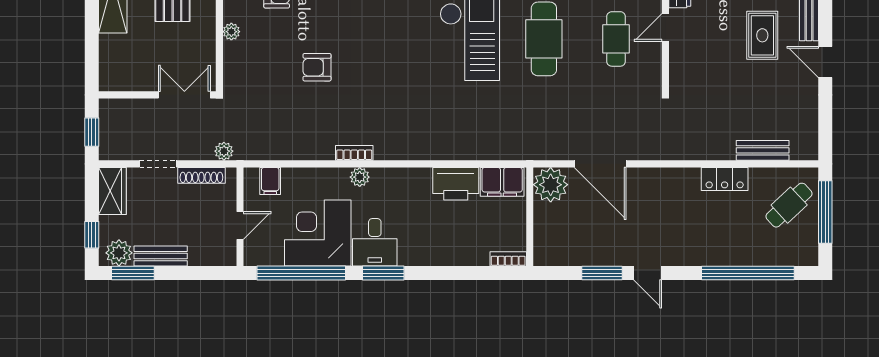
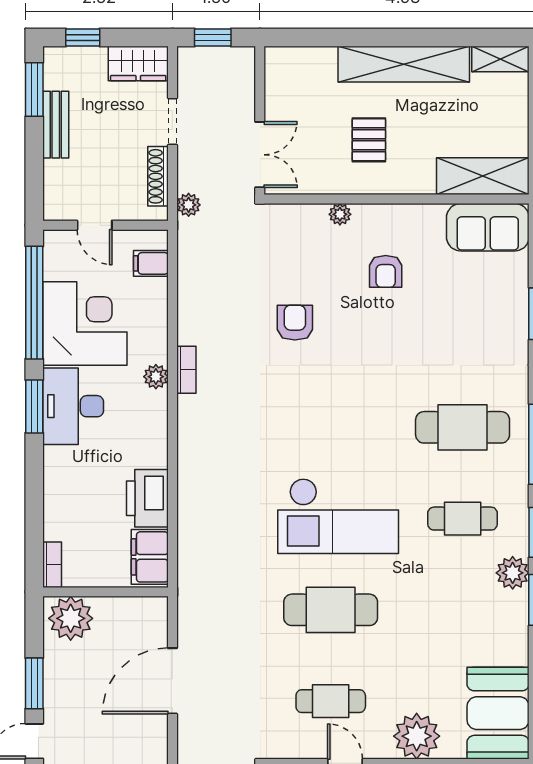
plant: (551, 185) -> (71, 618), moved
desk: (375, 242) -> (73, 406), width x1.37
plant: (119, 253) -> (60, 72), removed

